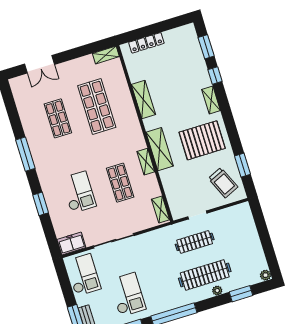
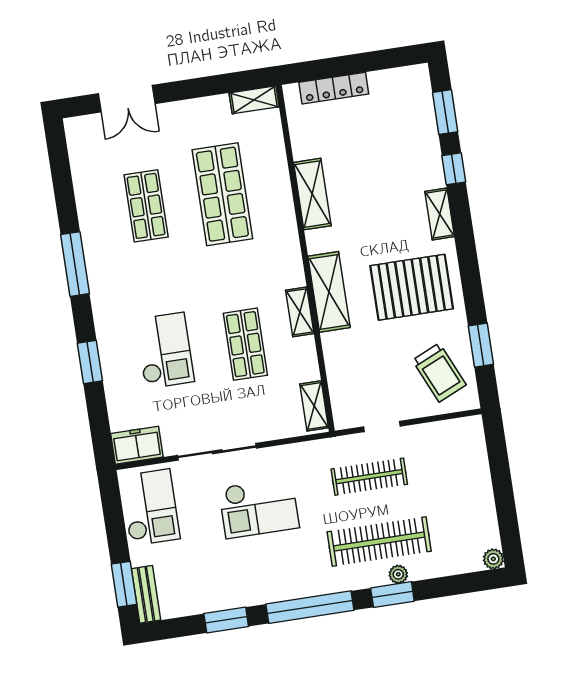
window: (241, 294) -> (392, 595), moved
checkout: (128, 295) -> (259, 508), moved, turned 90

